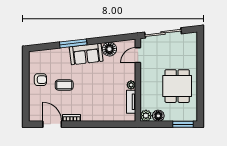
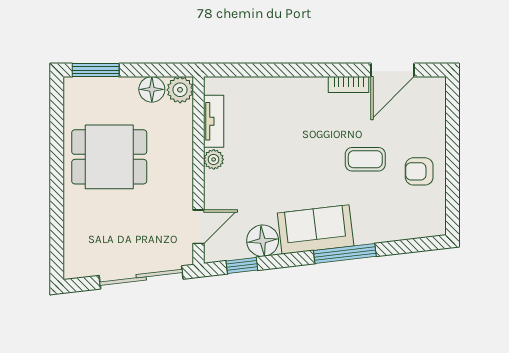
window: (119, 38) -> (242, 266), added
dining table: (177, 86) -> (109, 157), turned 90
door: (52, 124) -> (393, 70), hinge flipped

